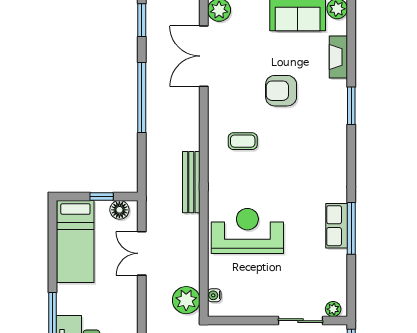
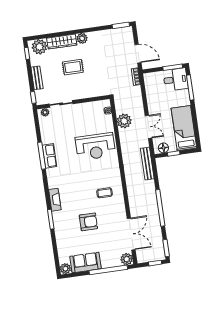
fireplace: (338, 57) -> (55, 200), moved
bench: (191, 182) -> (147, 164), moved
plant: (186, 300) -> (124, 121), moved

